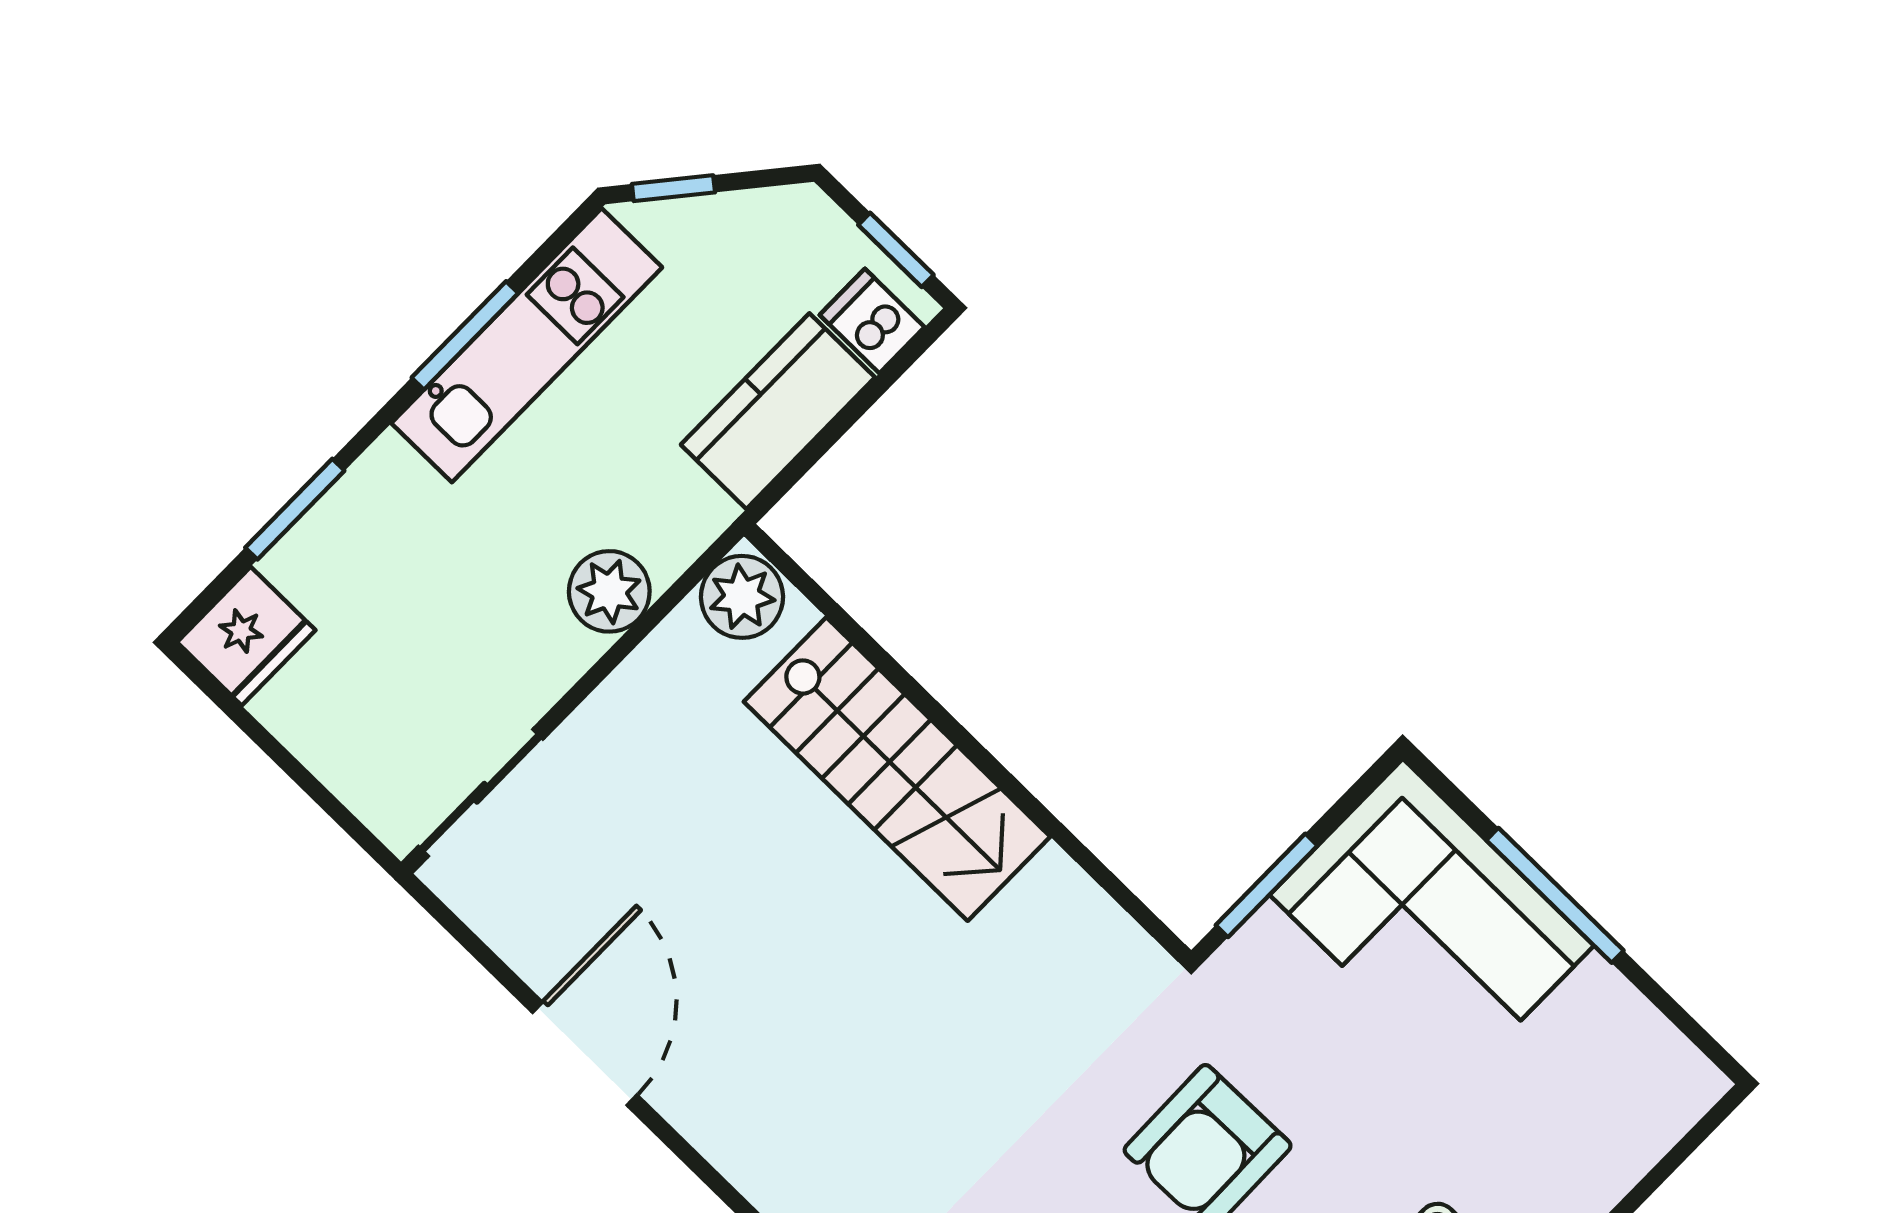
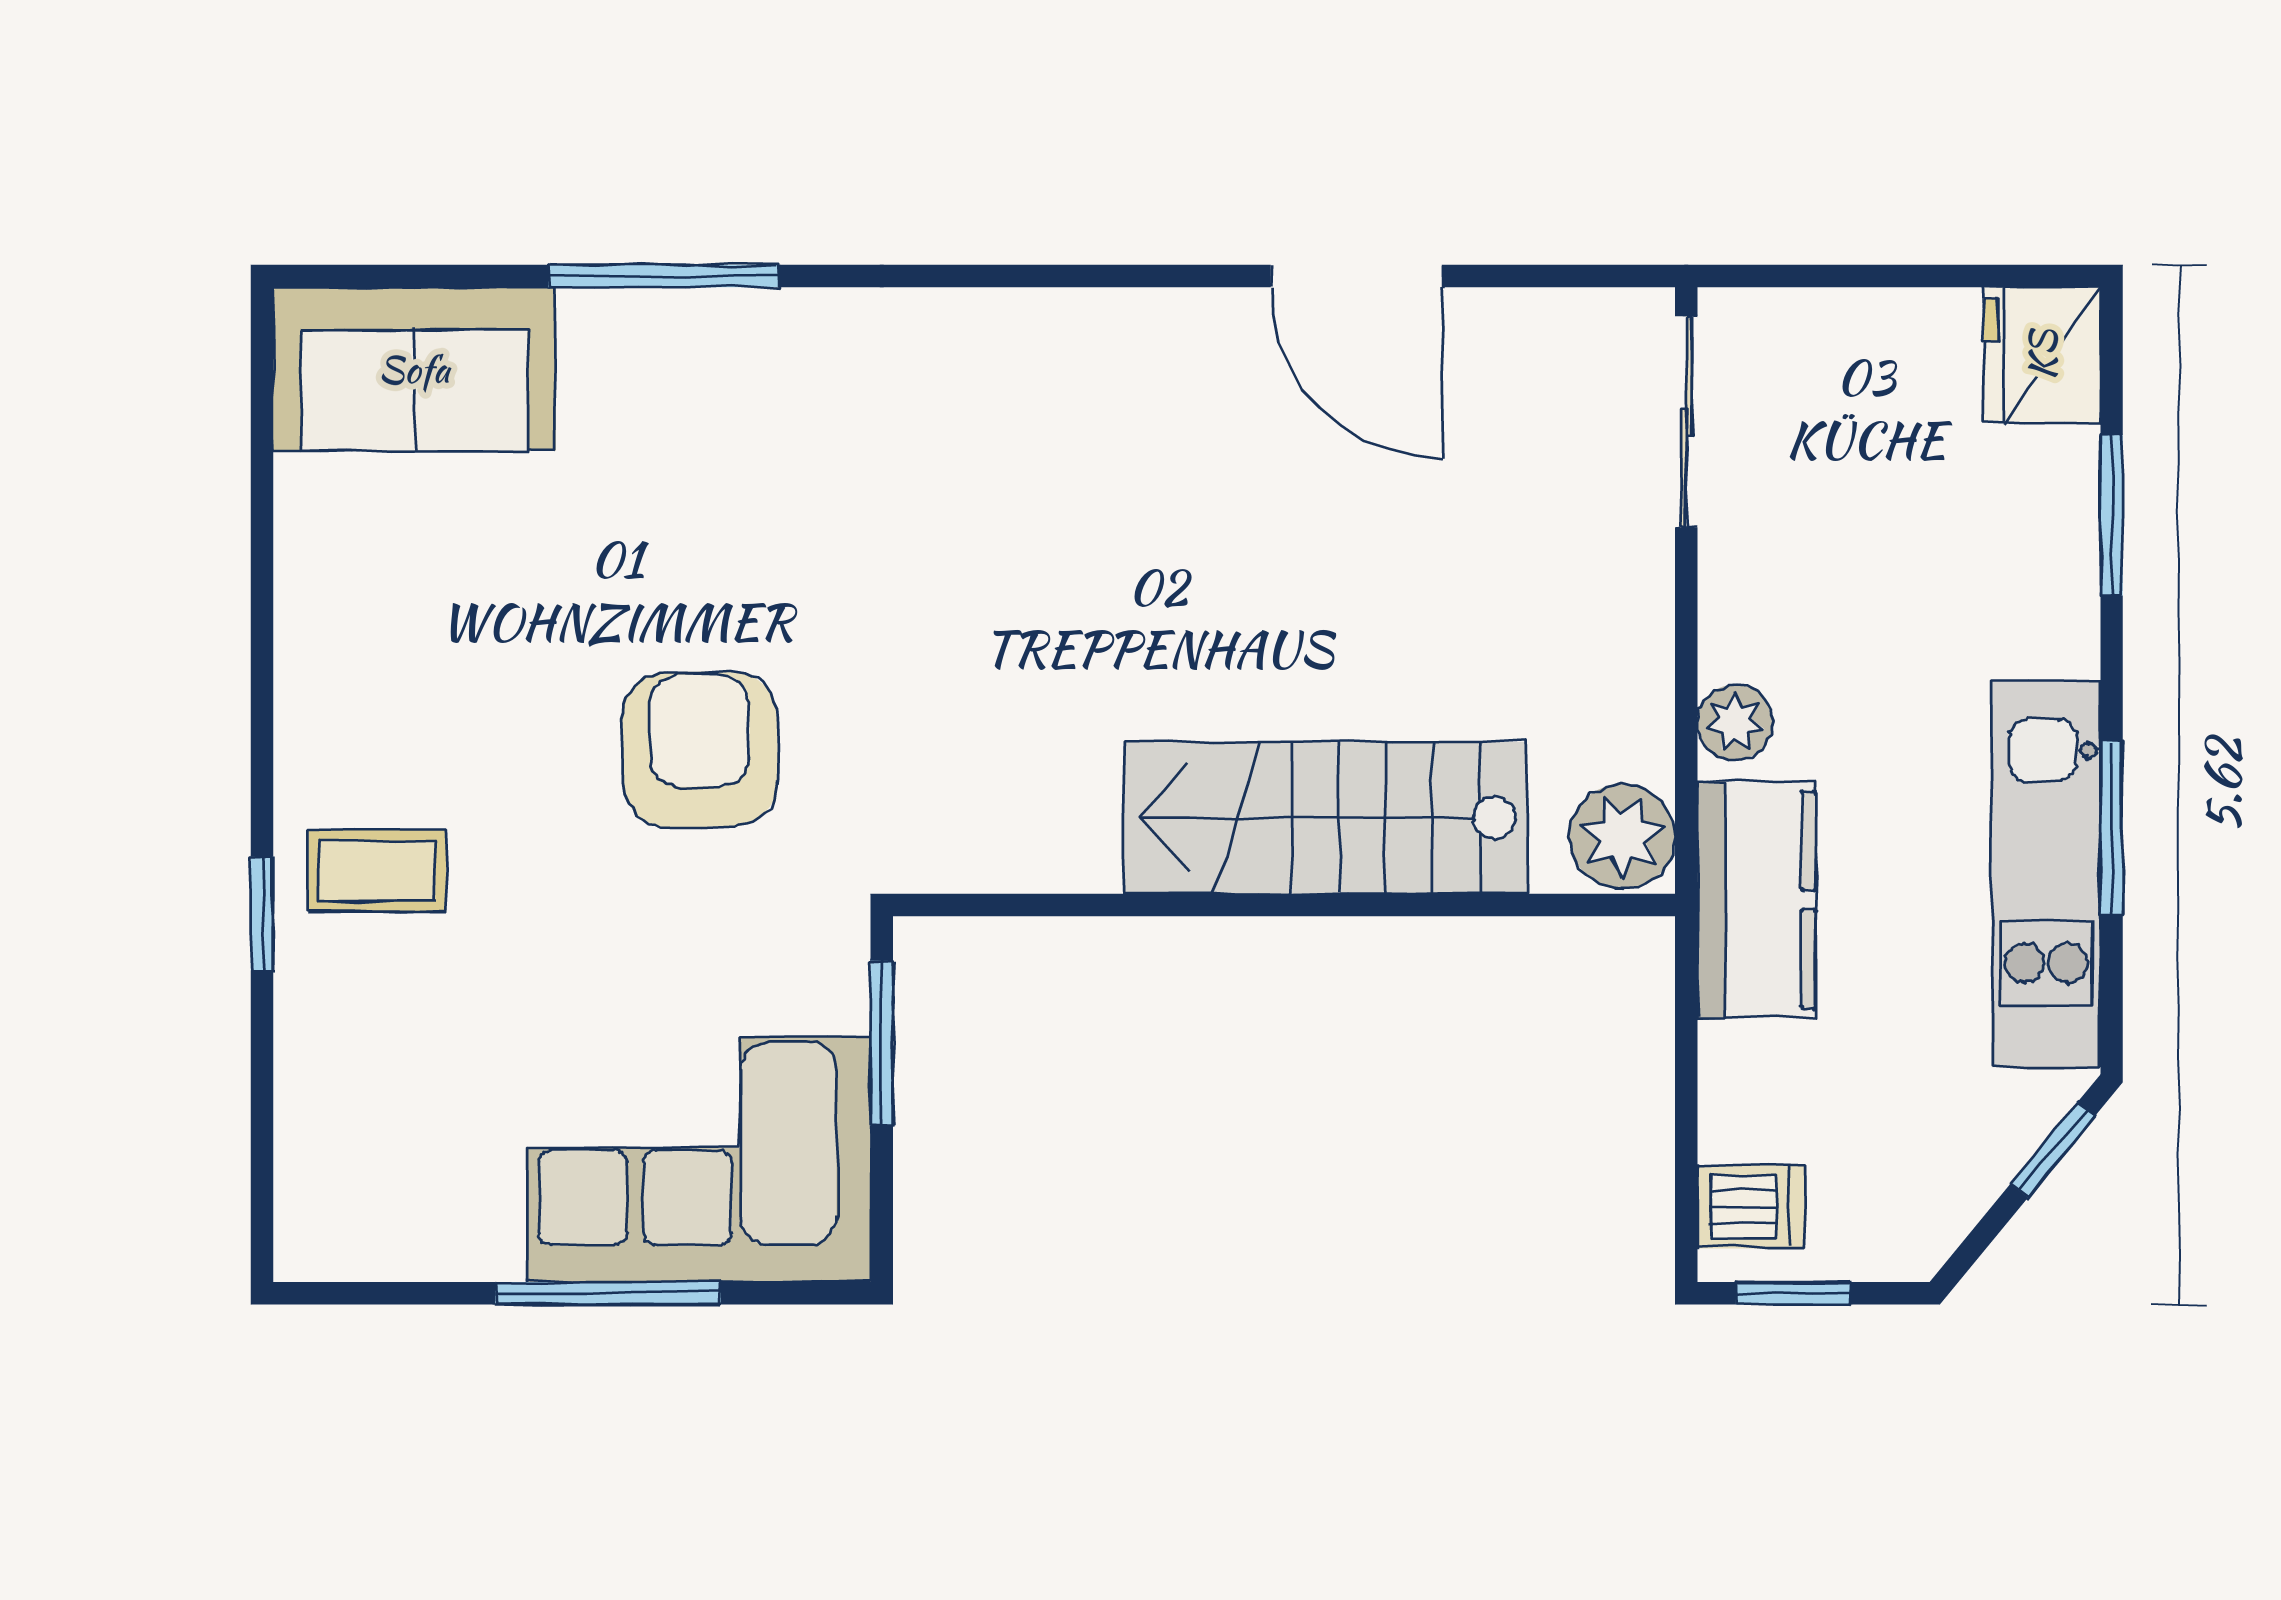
kitchen counter: (778, 411) -> (1756, 900), moved
plant: (609, 591) -> (1735, 722), width x0.73, depth x0.73

